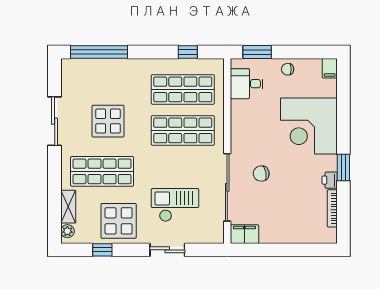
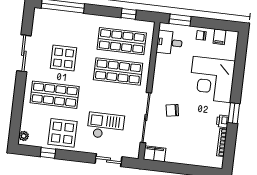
filing cabinet: (330, 68) -> (220, 37), moved
shelving: (68, 207) -> (26, 118), removed
sliding door: (167, 250) -> (109, 160), moved

